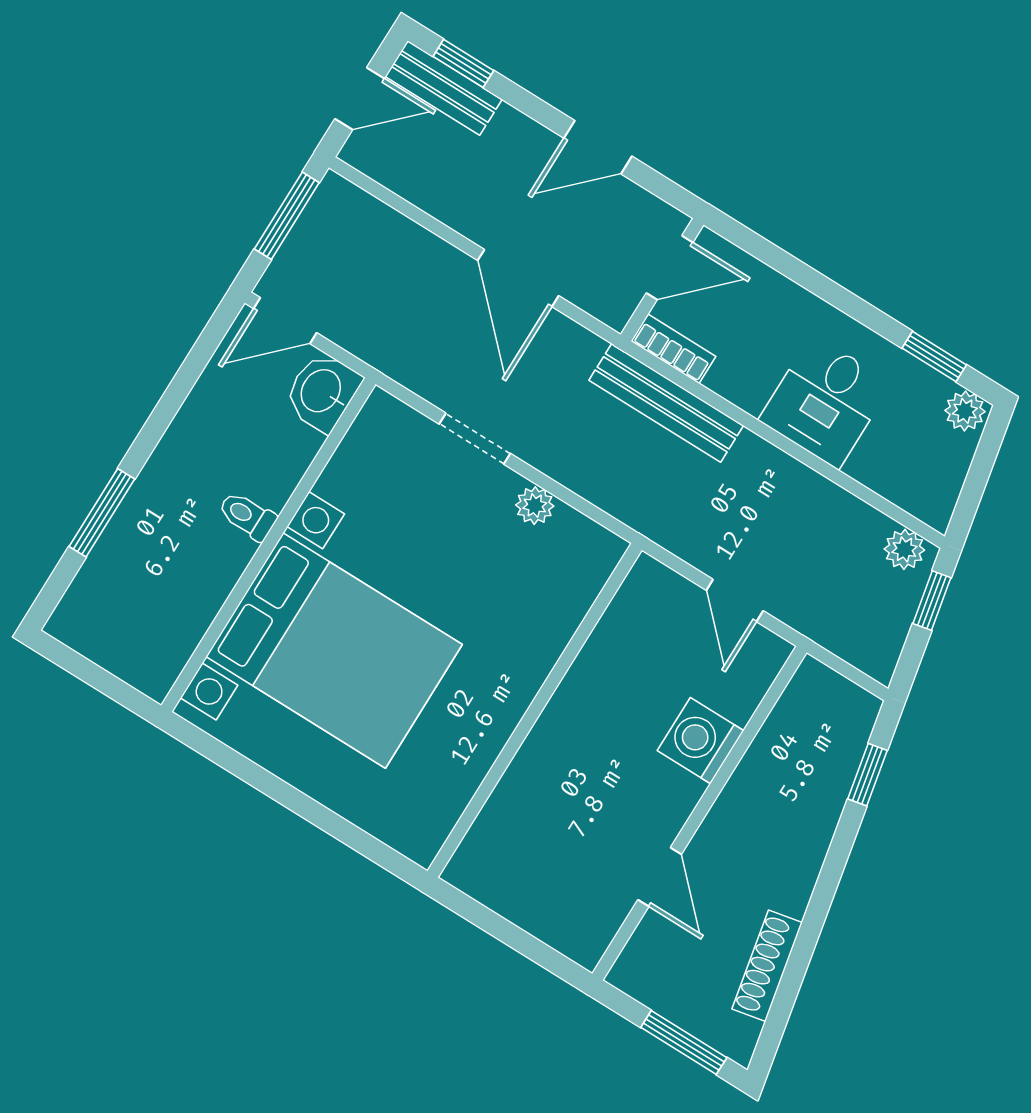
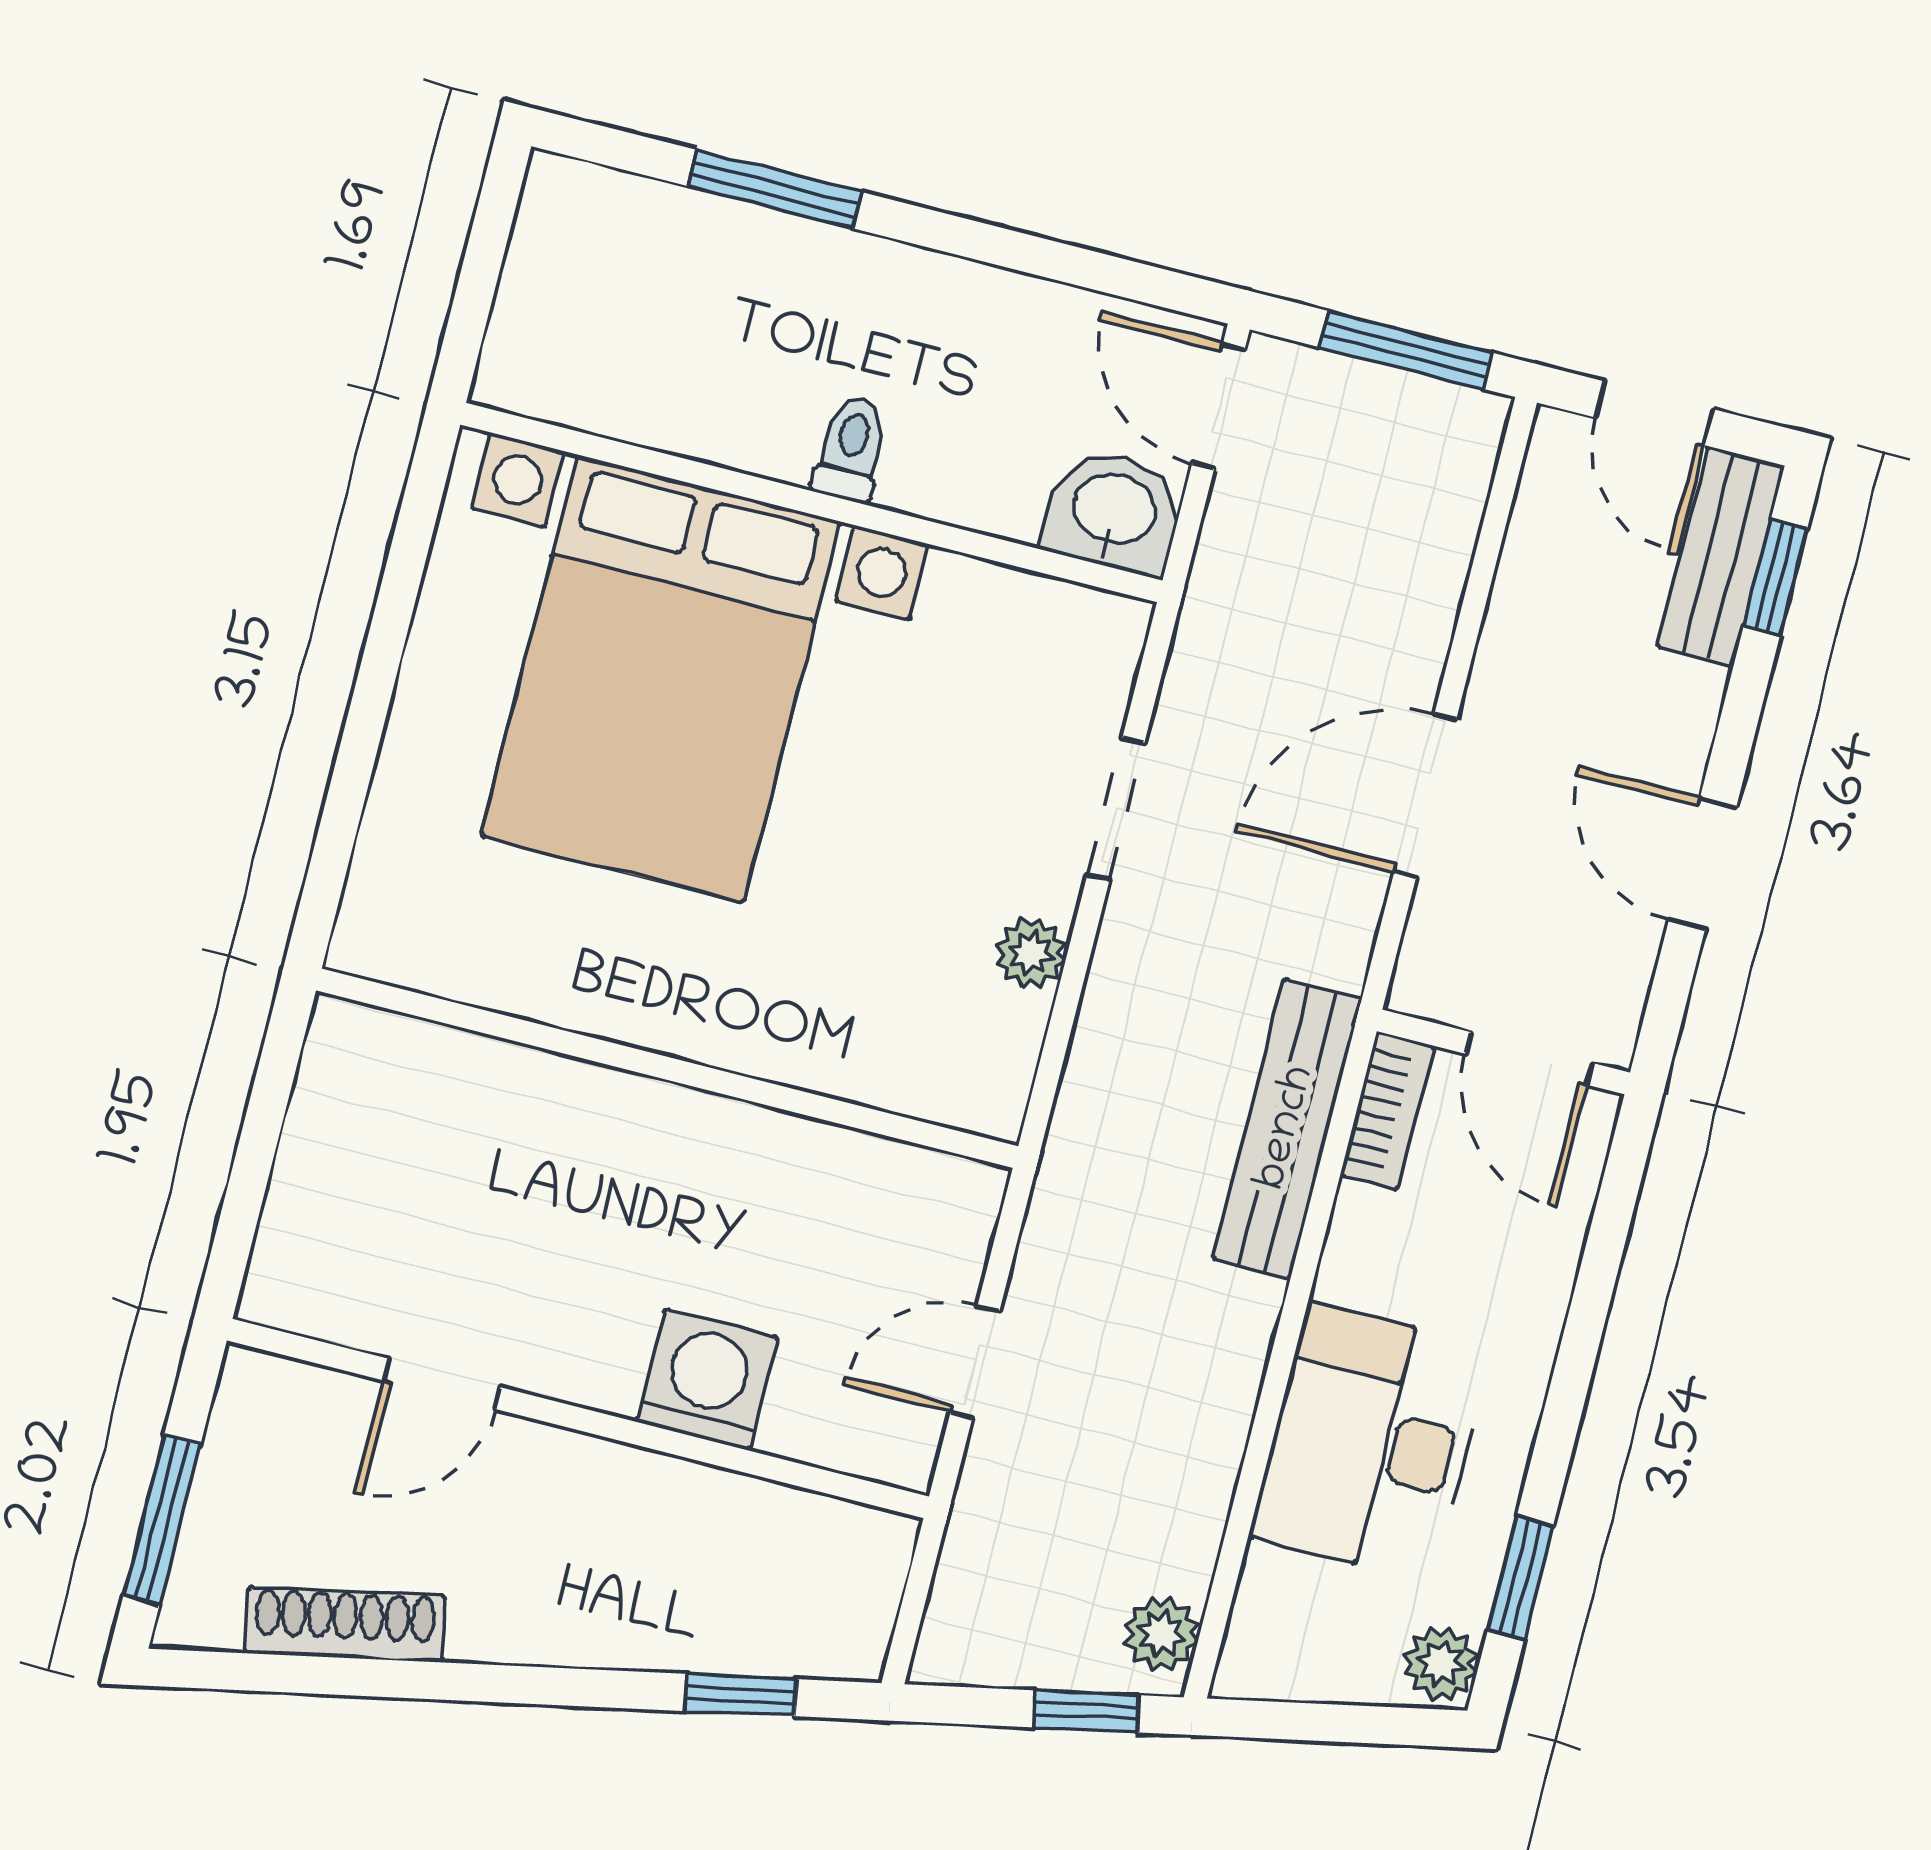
desk: (825, 402) -> (1371, 1442), width x1.37

